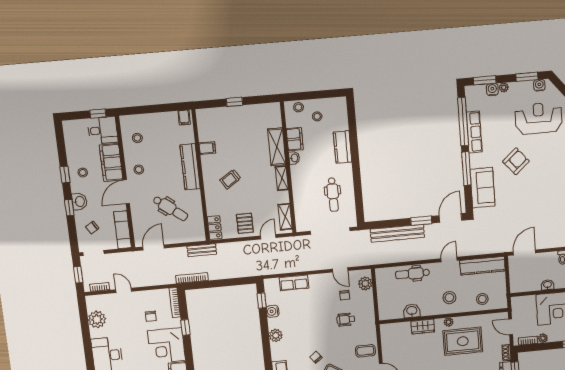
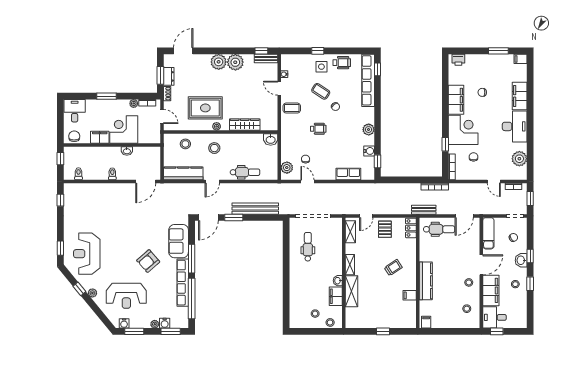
row of seats: (474, 132) -> (183, 283), width x1.36
kitchen counter: (343, 147) -> (296, 286), removed
dental chair: (170, 208) -> (439, 229), moved, turned 143
washbasin: (412, 311) -> (271, 140), moved
wheelchair: (346, 320) -> (318, 129), moved
wardrobe: (423, 327) -> (245, 125), width x1.50

